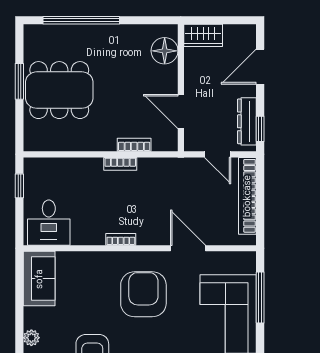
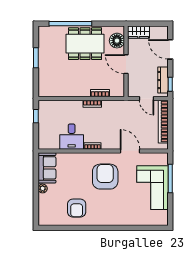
door: (260, 67) -> (170, 49), hinge flipped
dining table: (59, 90) -> (85, 44), moved
door: (181, 112) -> (126, 64), moved
desk: (49, 223) -> (72, 137), moved
plant: (31, 338) -> (43, 188), moved

